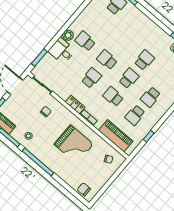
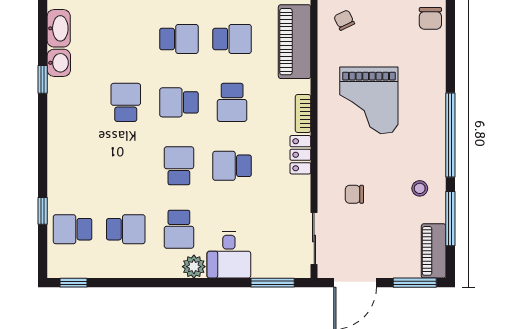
school desk: (101, 23) -> (126, 229), added
school desk: (107, 60) -> (179, 166), turned 180
school desk: (144, 60) -> (126, 102), turned 90
grand piano: (74, 144) -> (369, 100), turned 180

